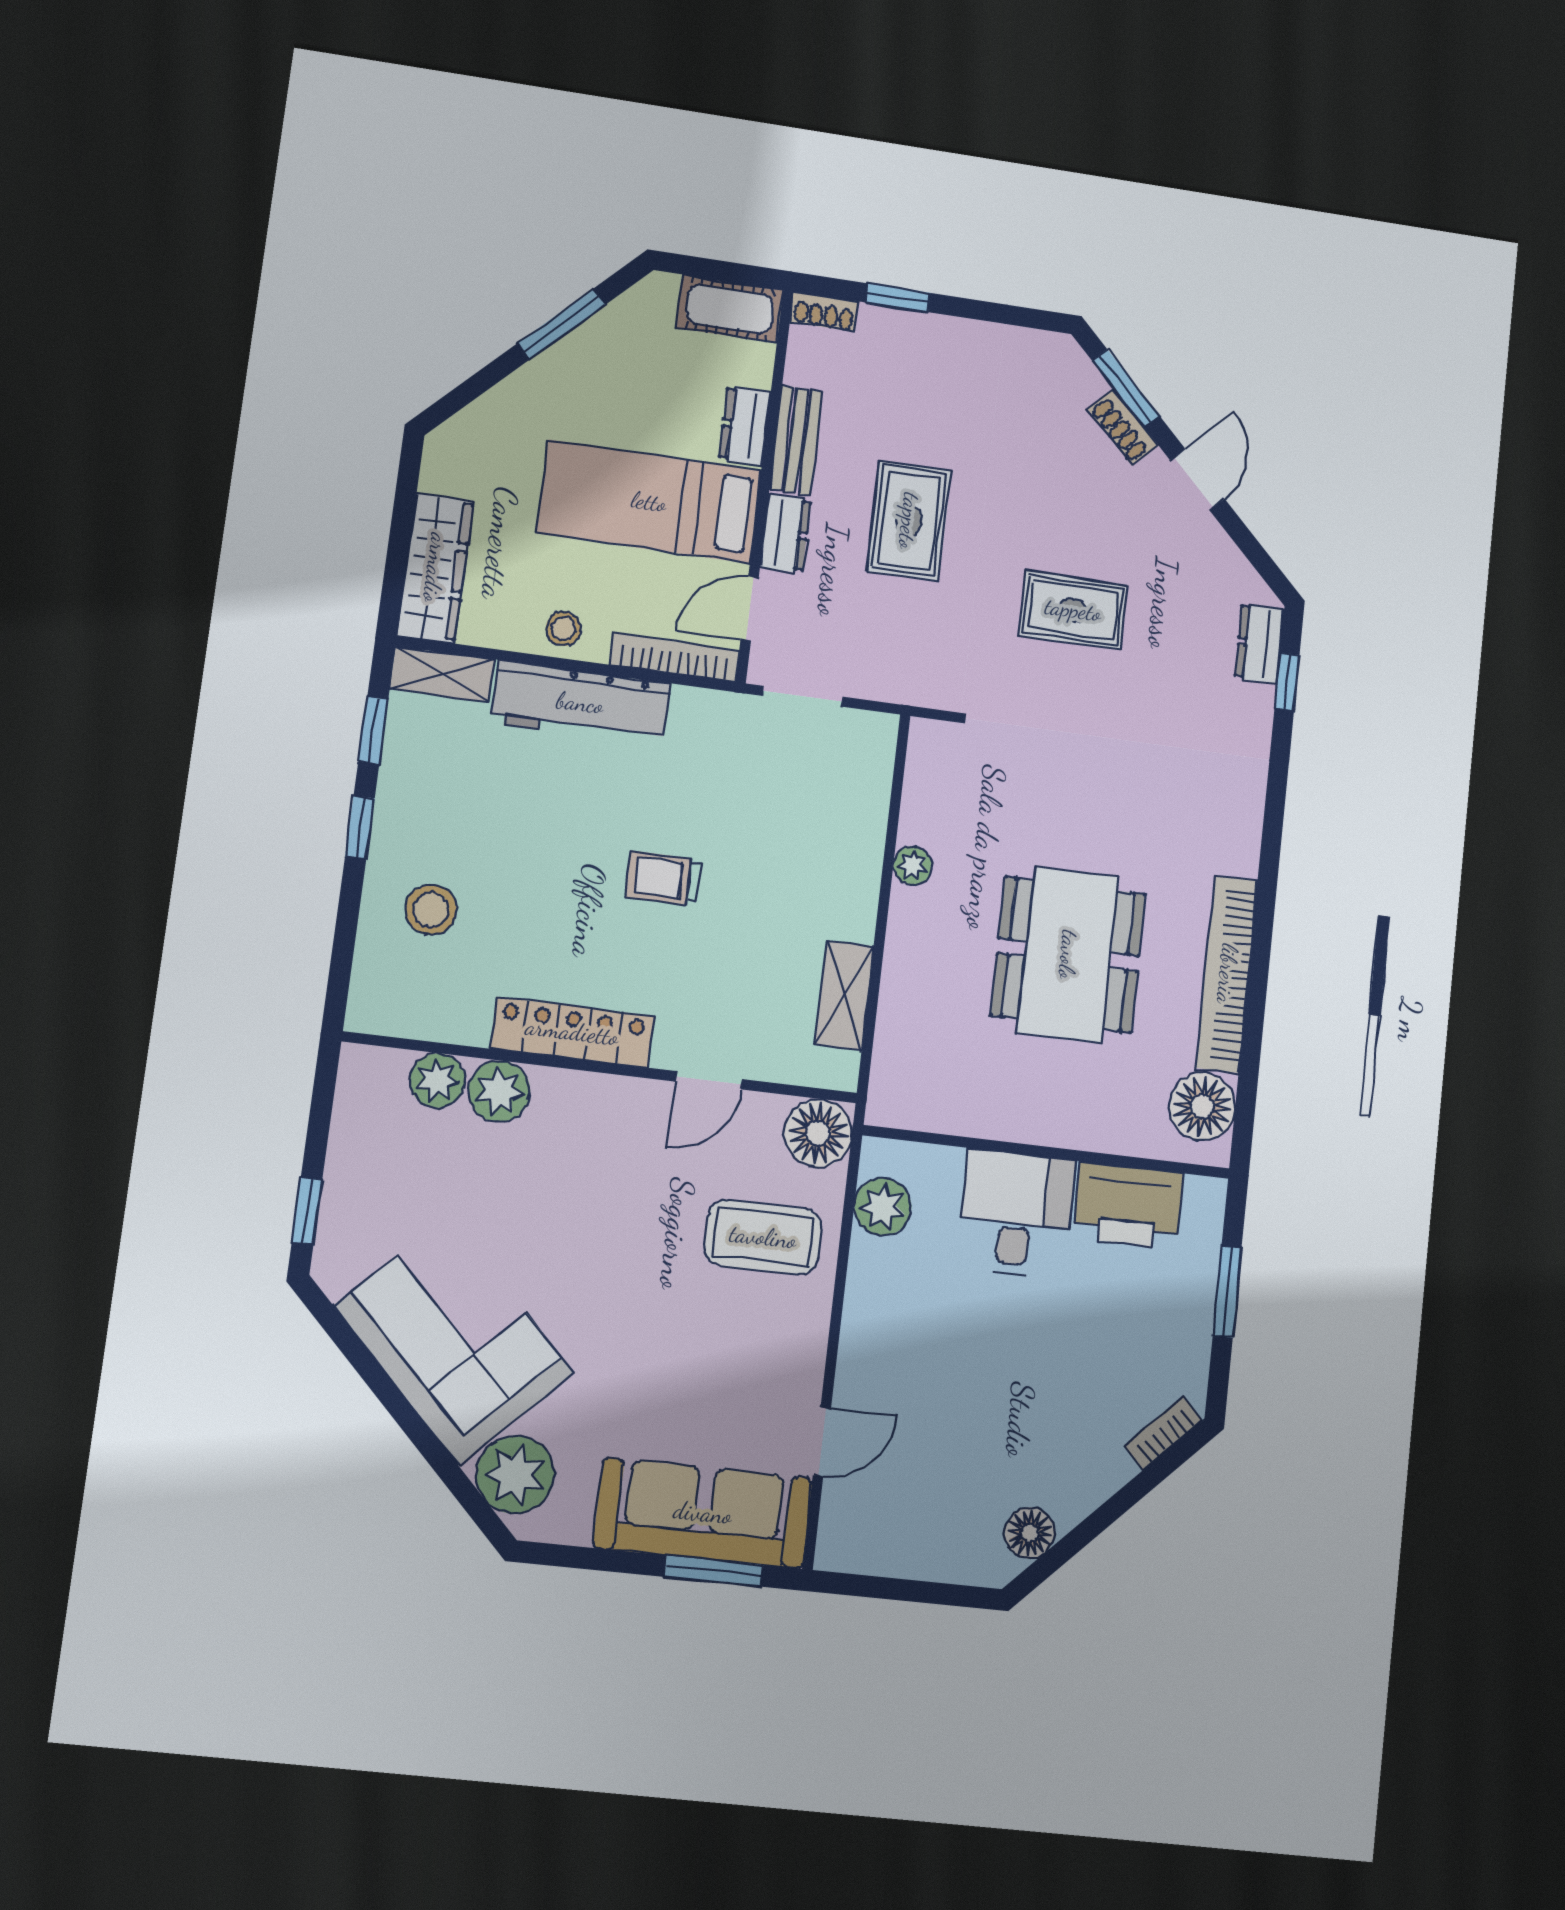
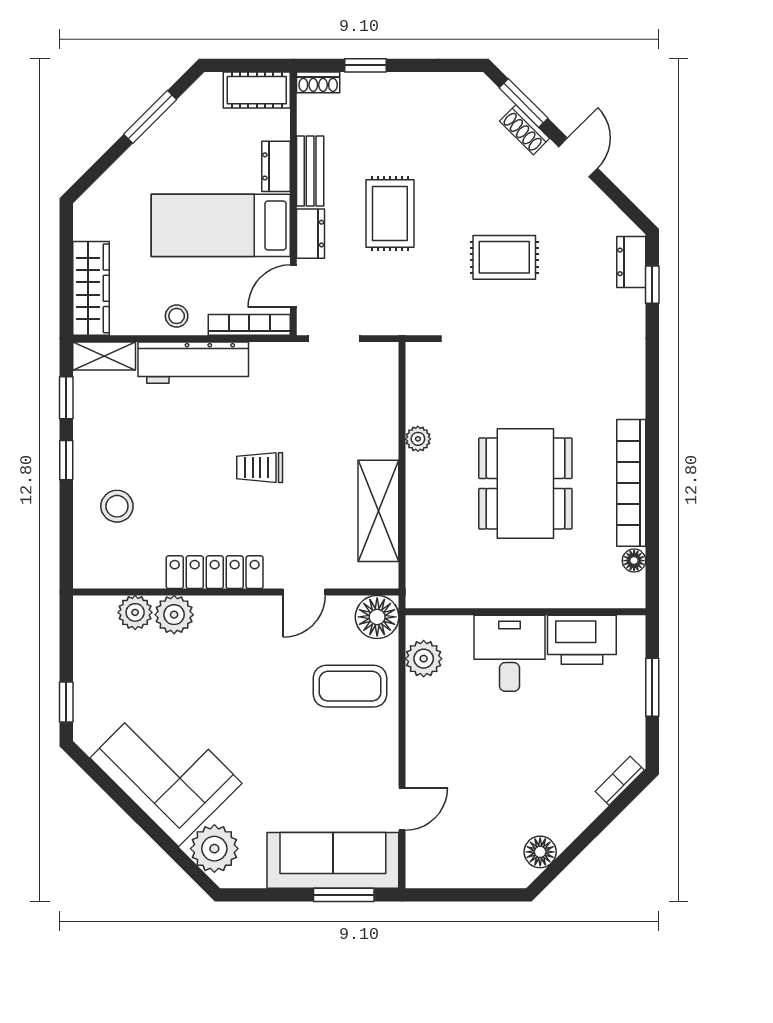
shelving: (844, 995) -> (378, 511), width x1.50, depth x1.33
floor lamp: (1202, 1107) -> (634, 561), width x0.53, depth x0.53

